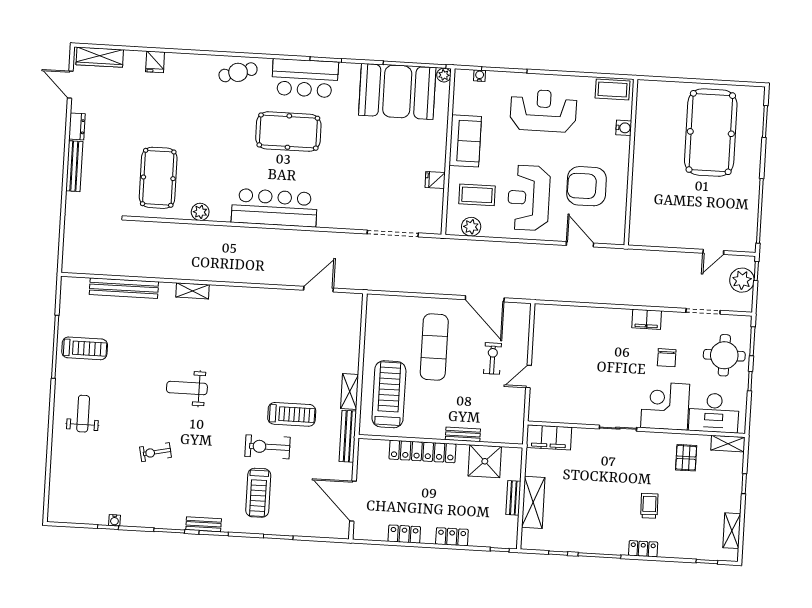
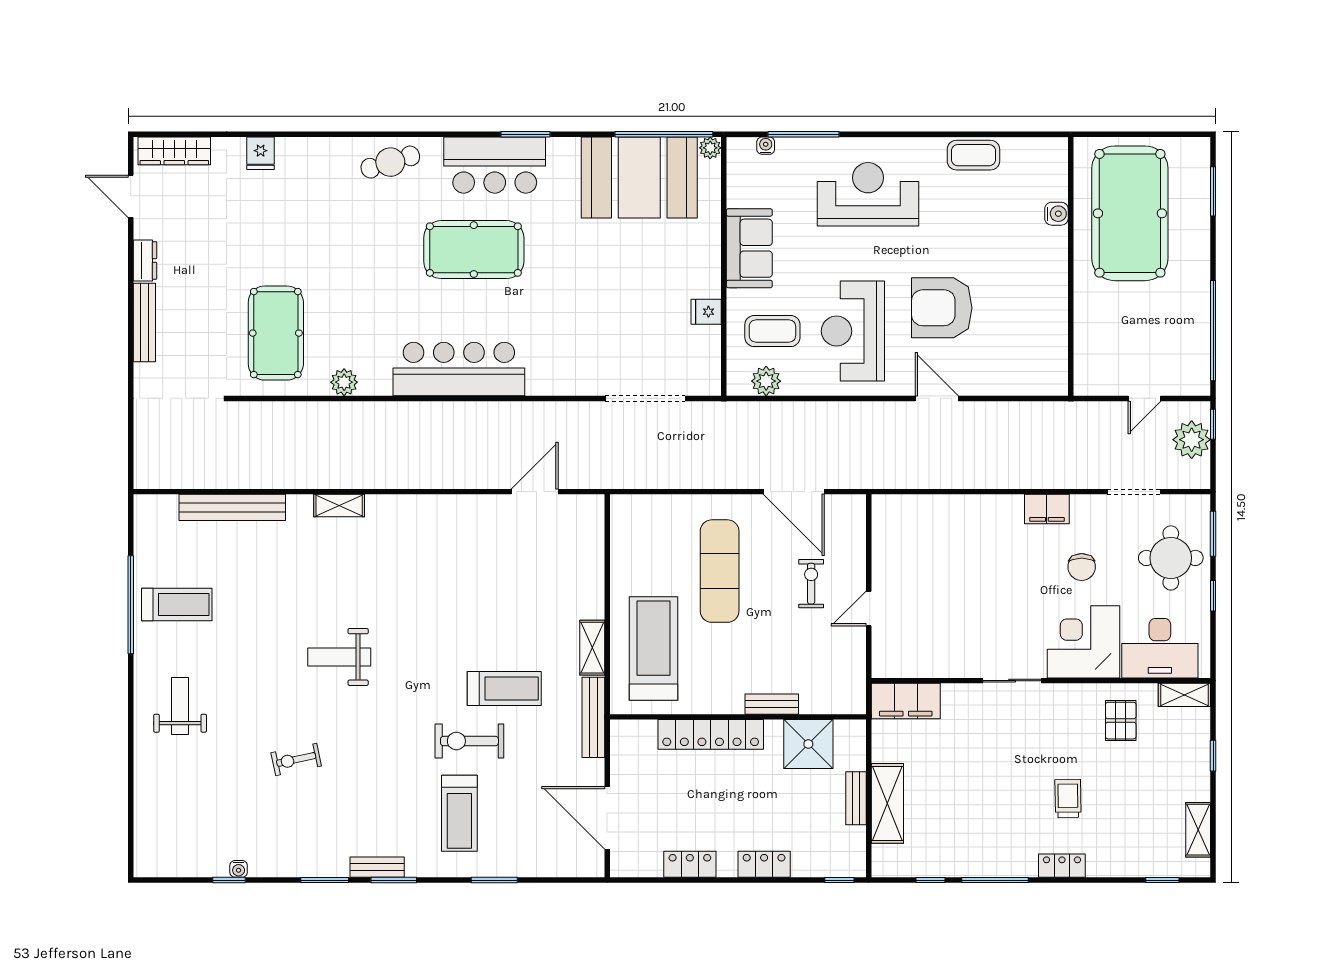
water cooler: (624, 128) -> (1056, 214), moved
wall: (631, 162) -> (1071, 266), moved

